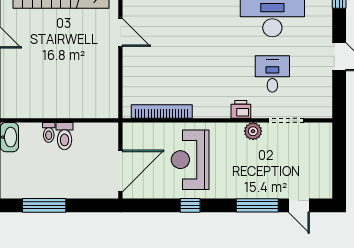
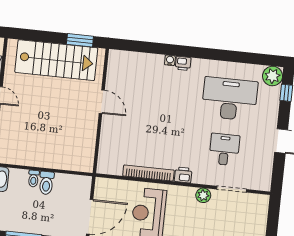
printer: (241, 109) -> (183, 175), moved
bookcase: (162, 111) -> (148, 173), moved

